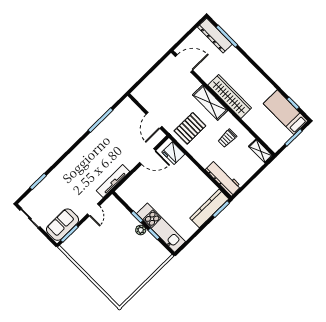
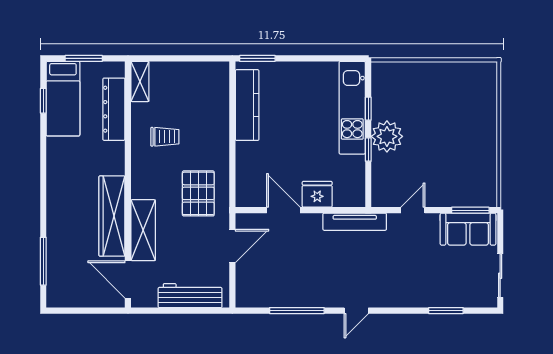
dresser: (215, 36) -> (114, 109), moved, turned 180
wardrobe: (230, 97) -> (112, 216), moved
shelving: (210, 103) -> (143, 230), moved
pallet: (190, 128) -> (198, 193), turned 90
door: (76, 144) -> (356, 311), added
fridge: (173, 153) -> (317, 194), moved, turned -90
workbench: (223, 178) -> (190, 296), moved, turned 90
kitchen counter: (209, 208) -> (247, 105), moved, turned -90
plant: (141, 230) -> (387, 136), width x1.87, depth x1.87

